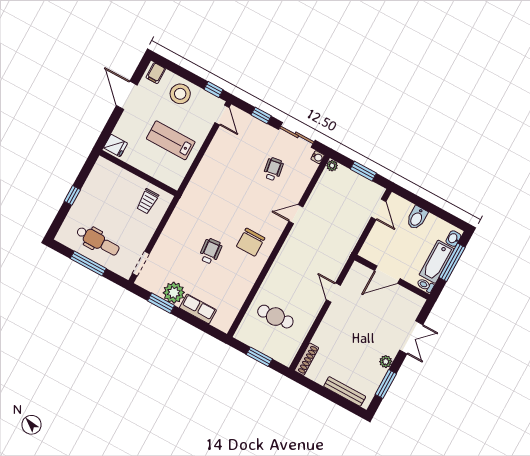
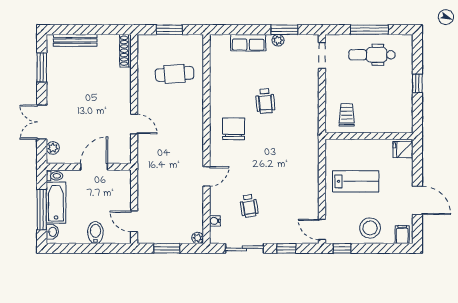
water cooler: (318, 157) -> (215, 221), moved
plant: (174, 293) -> (278, 40), width x0.53, depth x0.53
plant: (386, 362) -> (53, 148), moved

